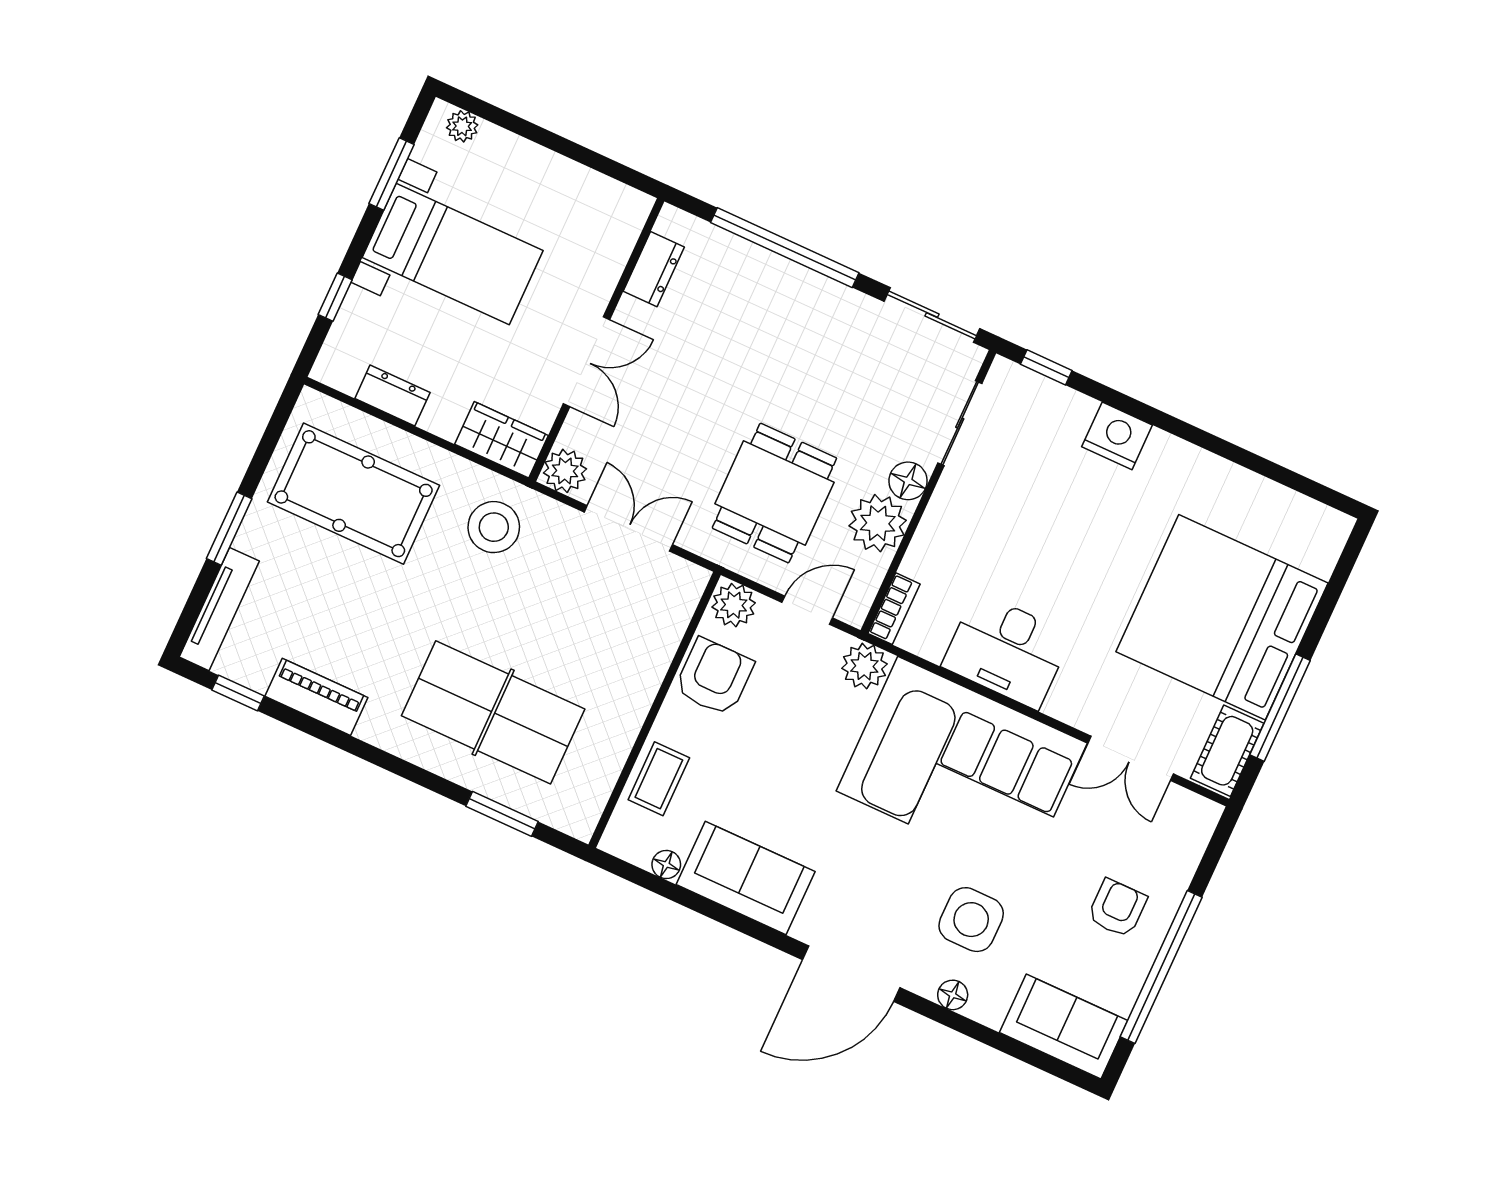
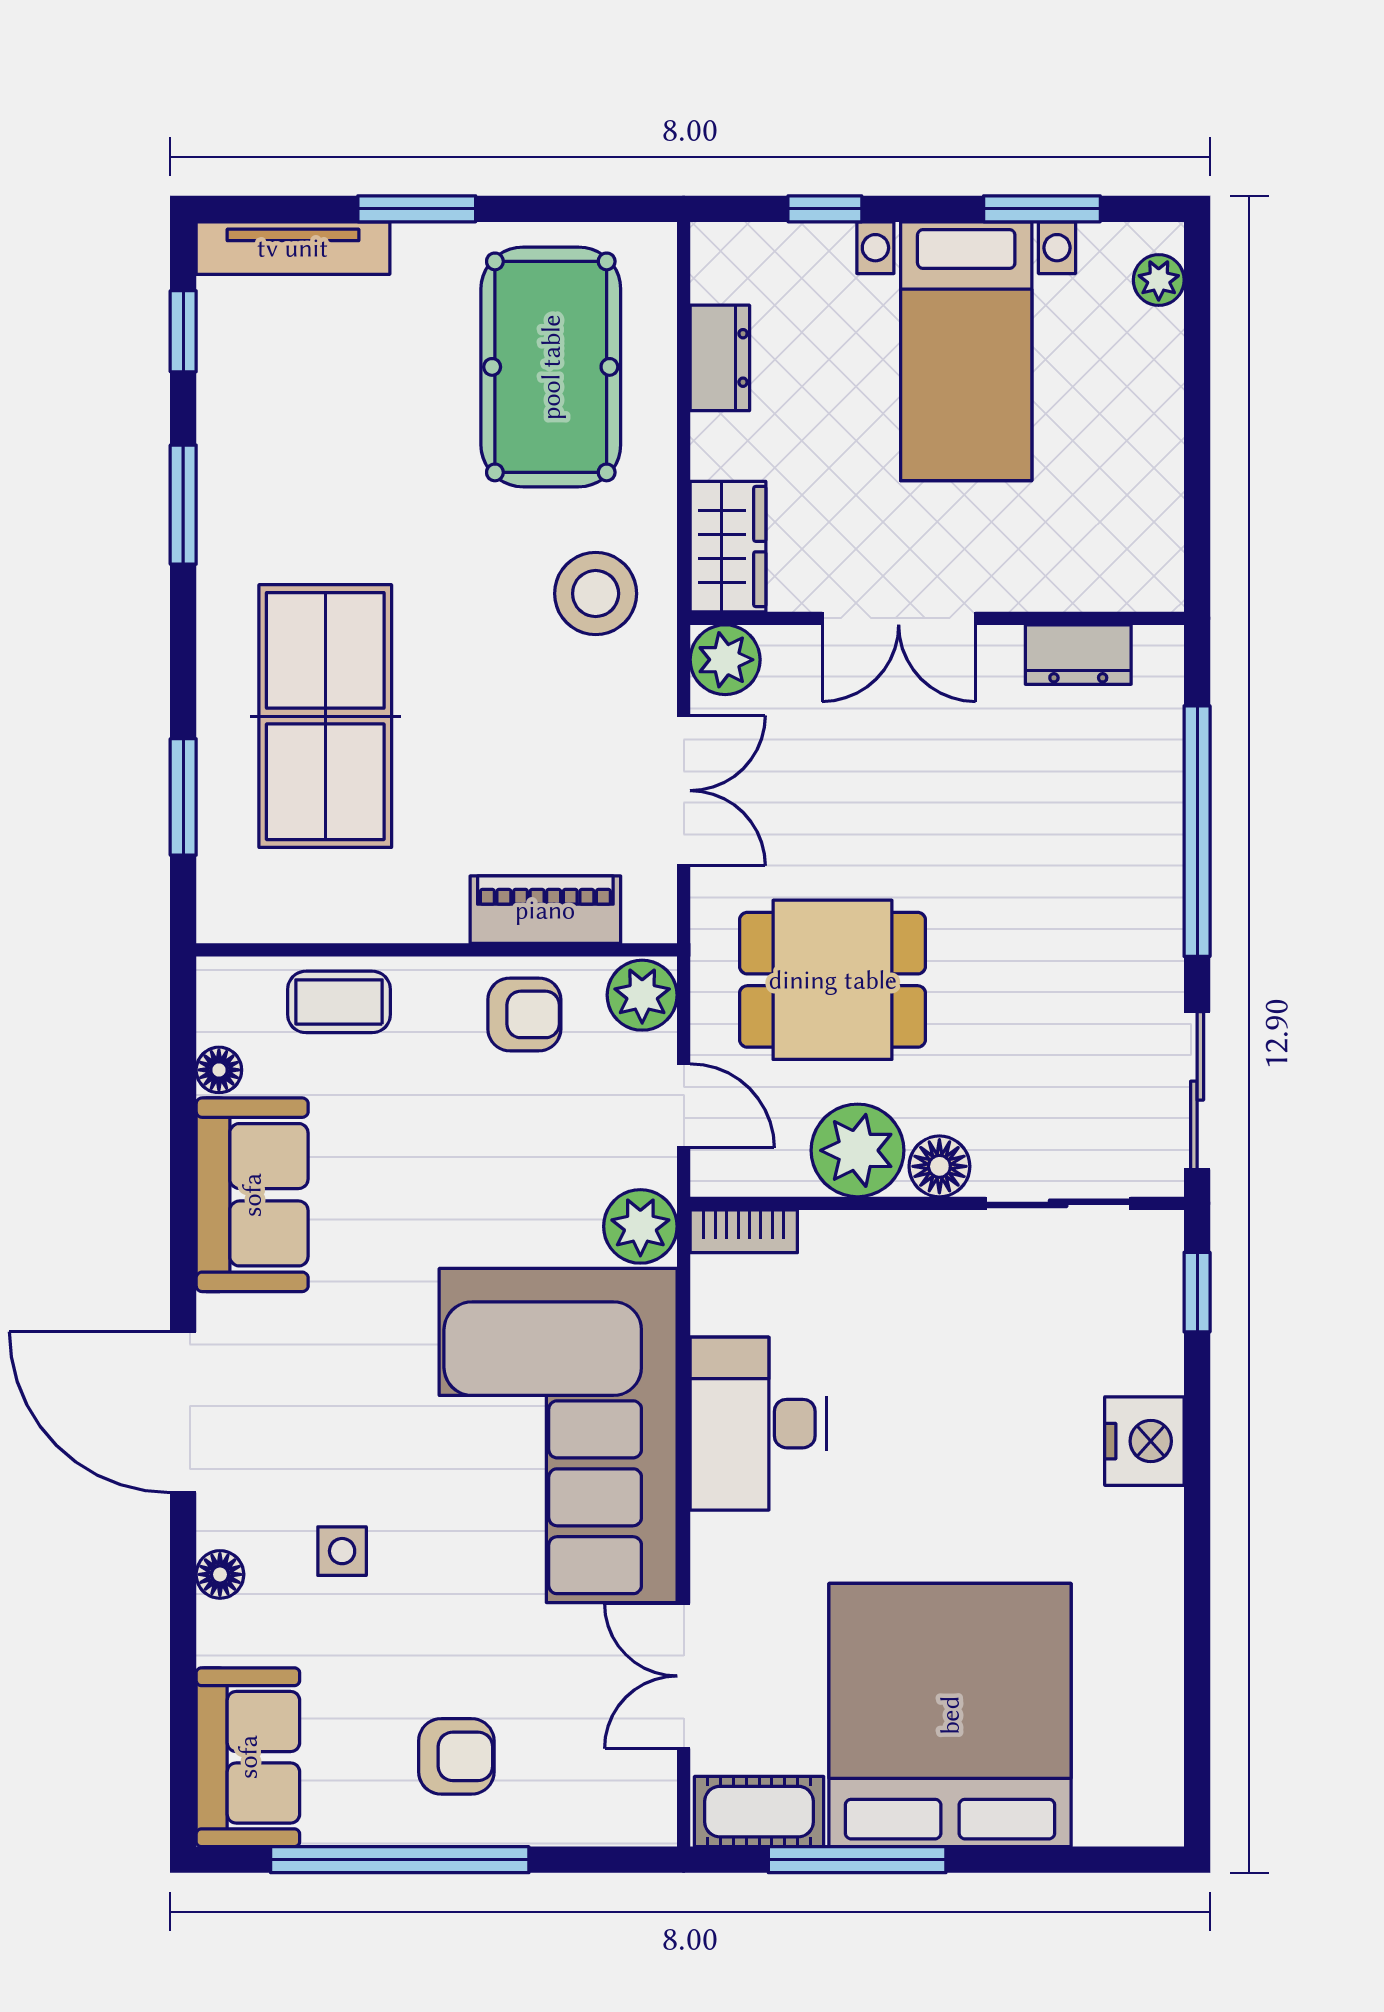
armchair: (714, 677) -> (524, 1014), width x0.72, depth x0.72
piano: (316, 697) -> (545, 910), moved, turned -90
window: (336, 738) -> (183, 505), added
side table: (971, 920) -> (342, 1551), width x0.54, depth x0.54

